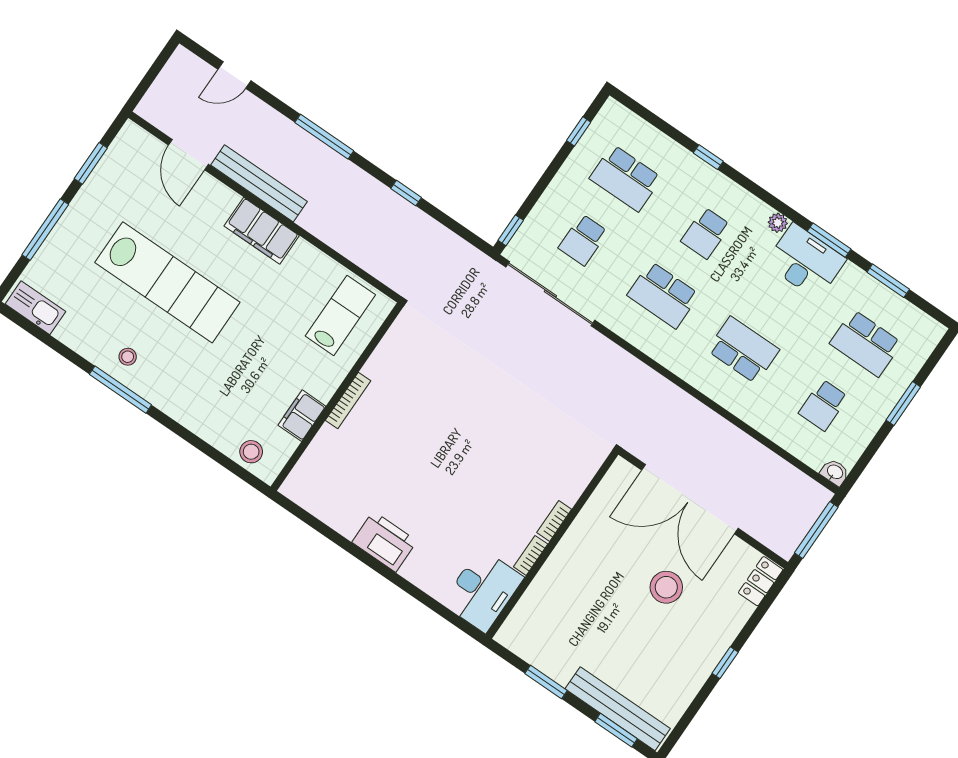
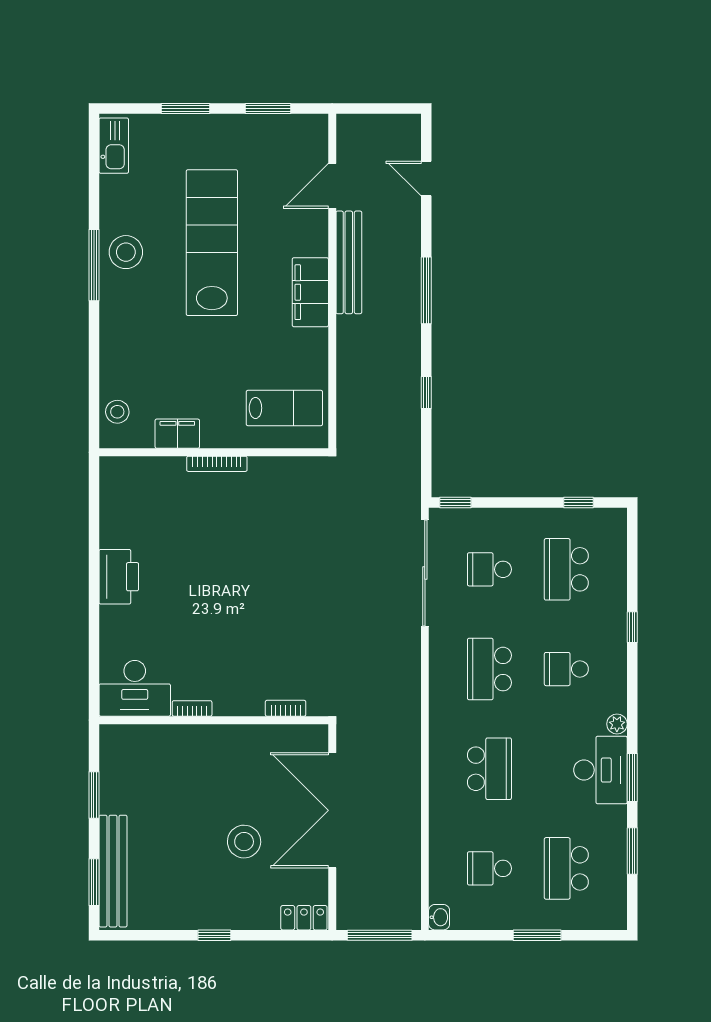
window: (45, 230) -> (185, 108), width x0.69
lab bench: (167, 282) -> (212, 243), turned 180
stool: (128, 357) -> (126, 252), width x1.89, depth x1.89
bookcase: (554, 521) -> (286, 708), moved

